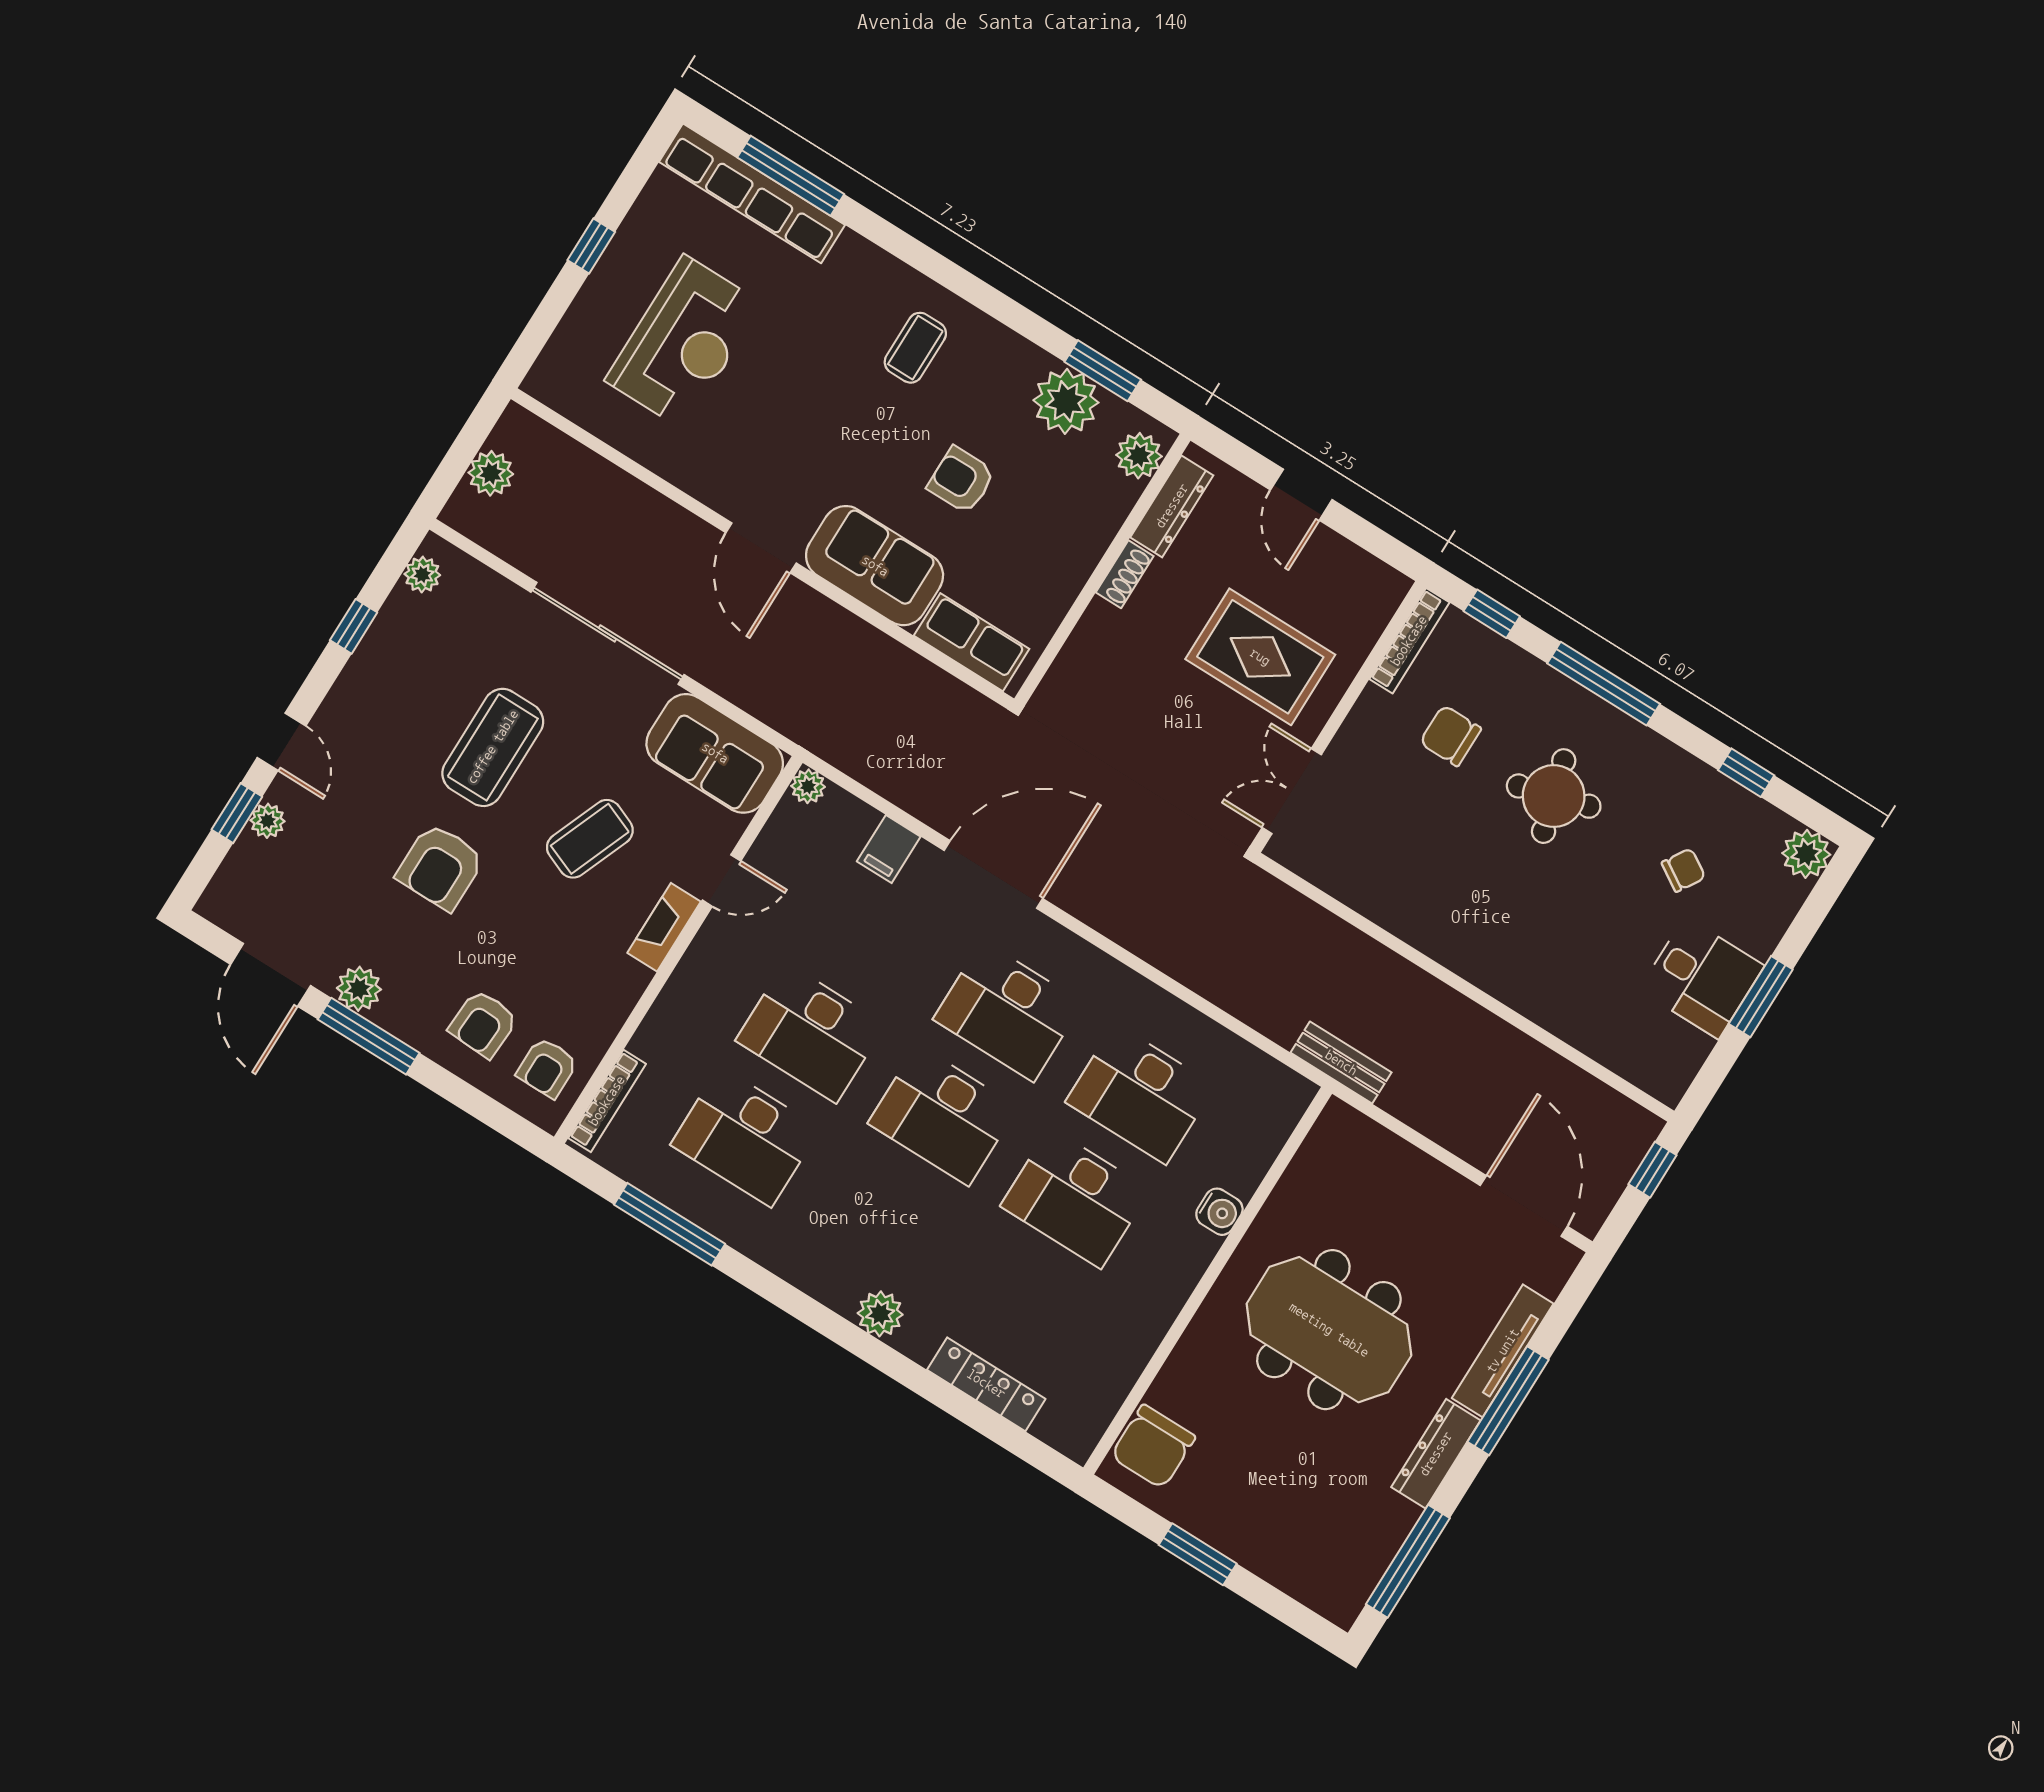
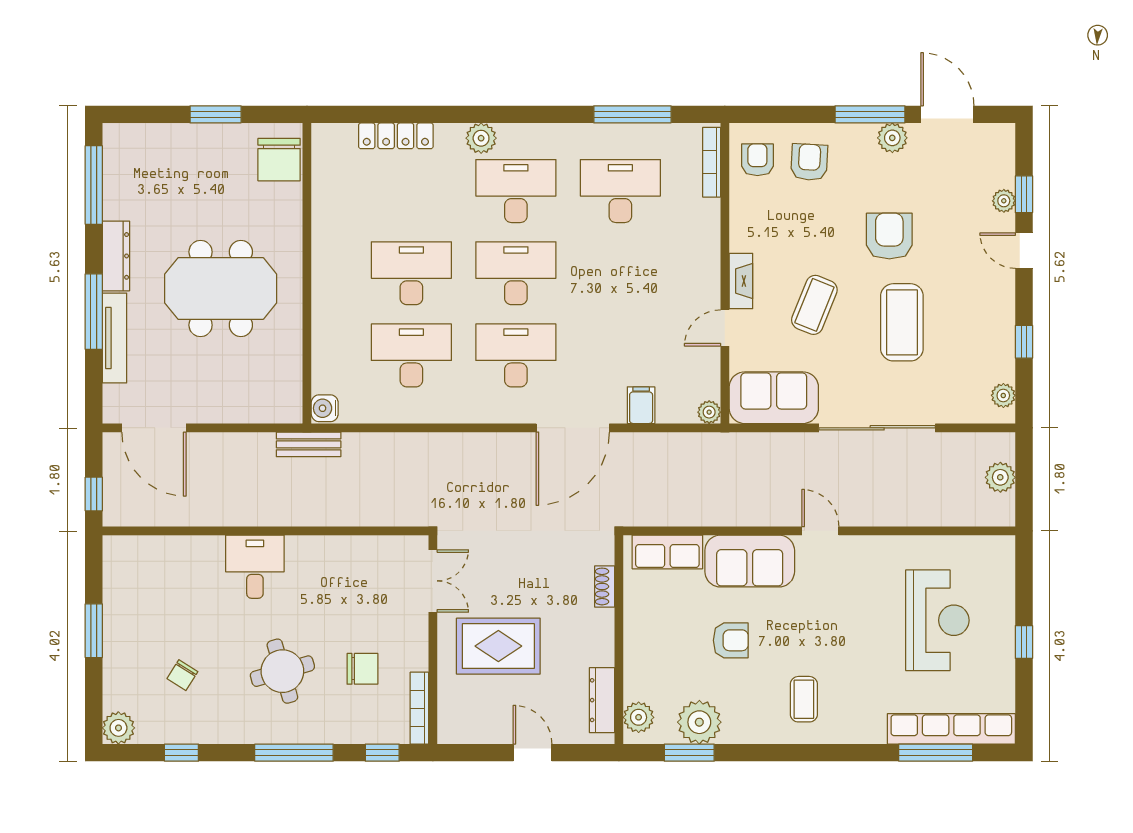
reception desk: (684, 342) -> (937, 620), turned 180
door: (761, 548) -> (820, 531), width x0.73
shoe rack: (1125, 574) -> (605, 586), moved
desk: (1702, 978) -> (255, 567), moved, turned 90
desk: (811, 1033) -> (516, 191), moved
water cooler: (1219, 1212) -> (325, 408), moved
chair: (1153, 1447) -> (279, 160), turned 180

